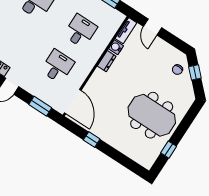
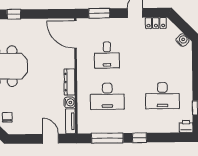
desk: (80, 31) -> (107, 96), width x1.37
dresser: (107, 61) -> (70, 82), width x1.44
window: (92, 139) -> (14, 14), moved

